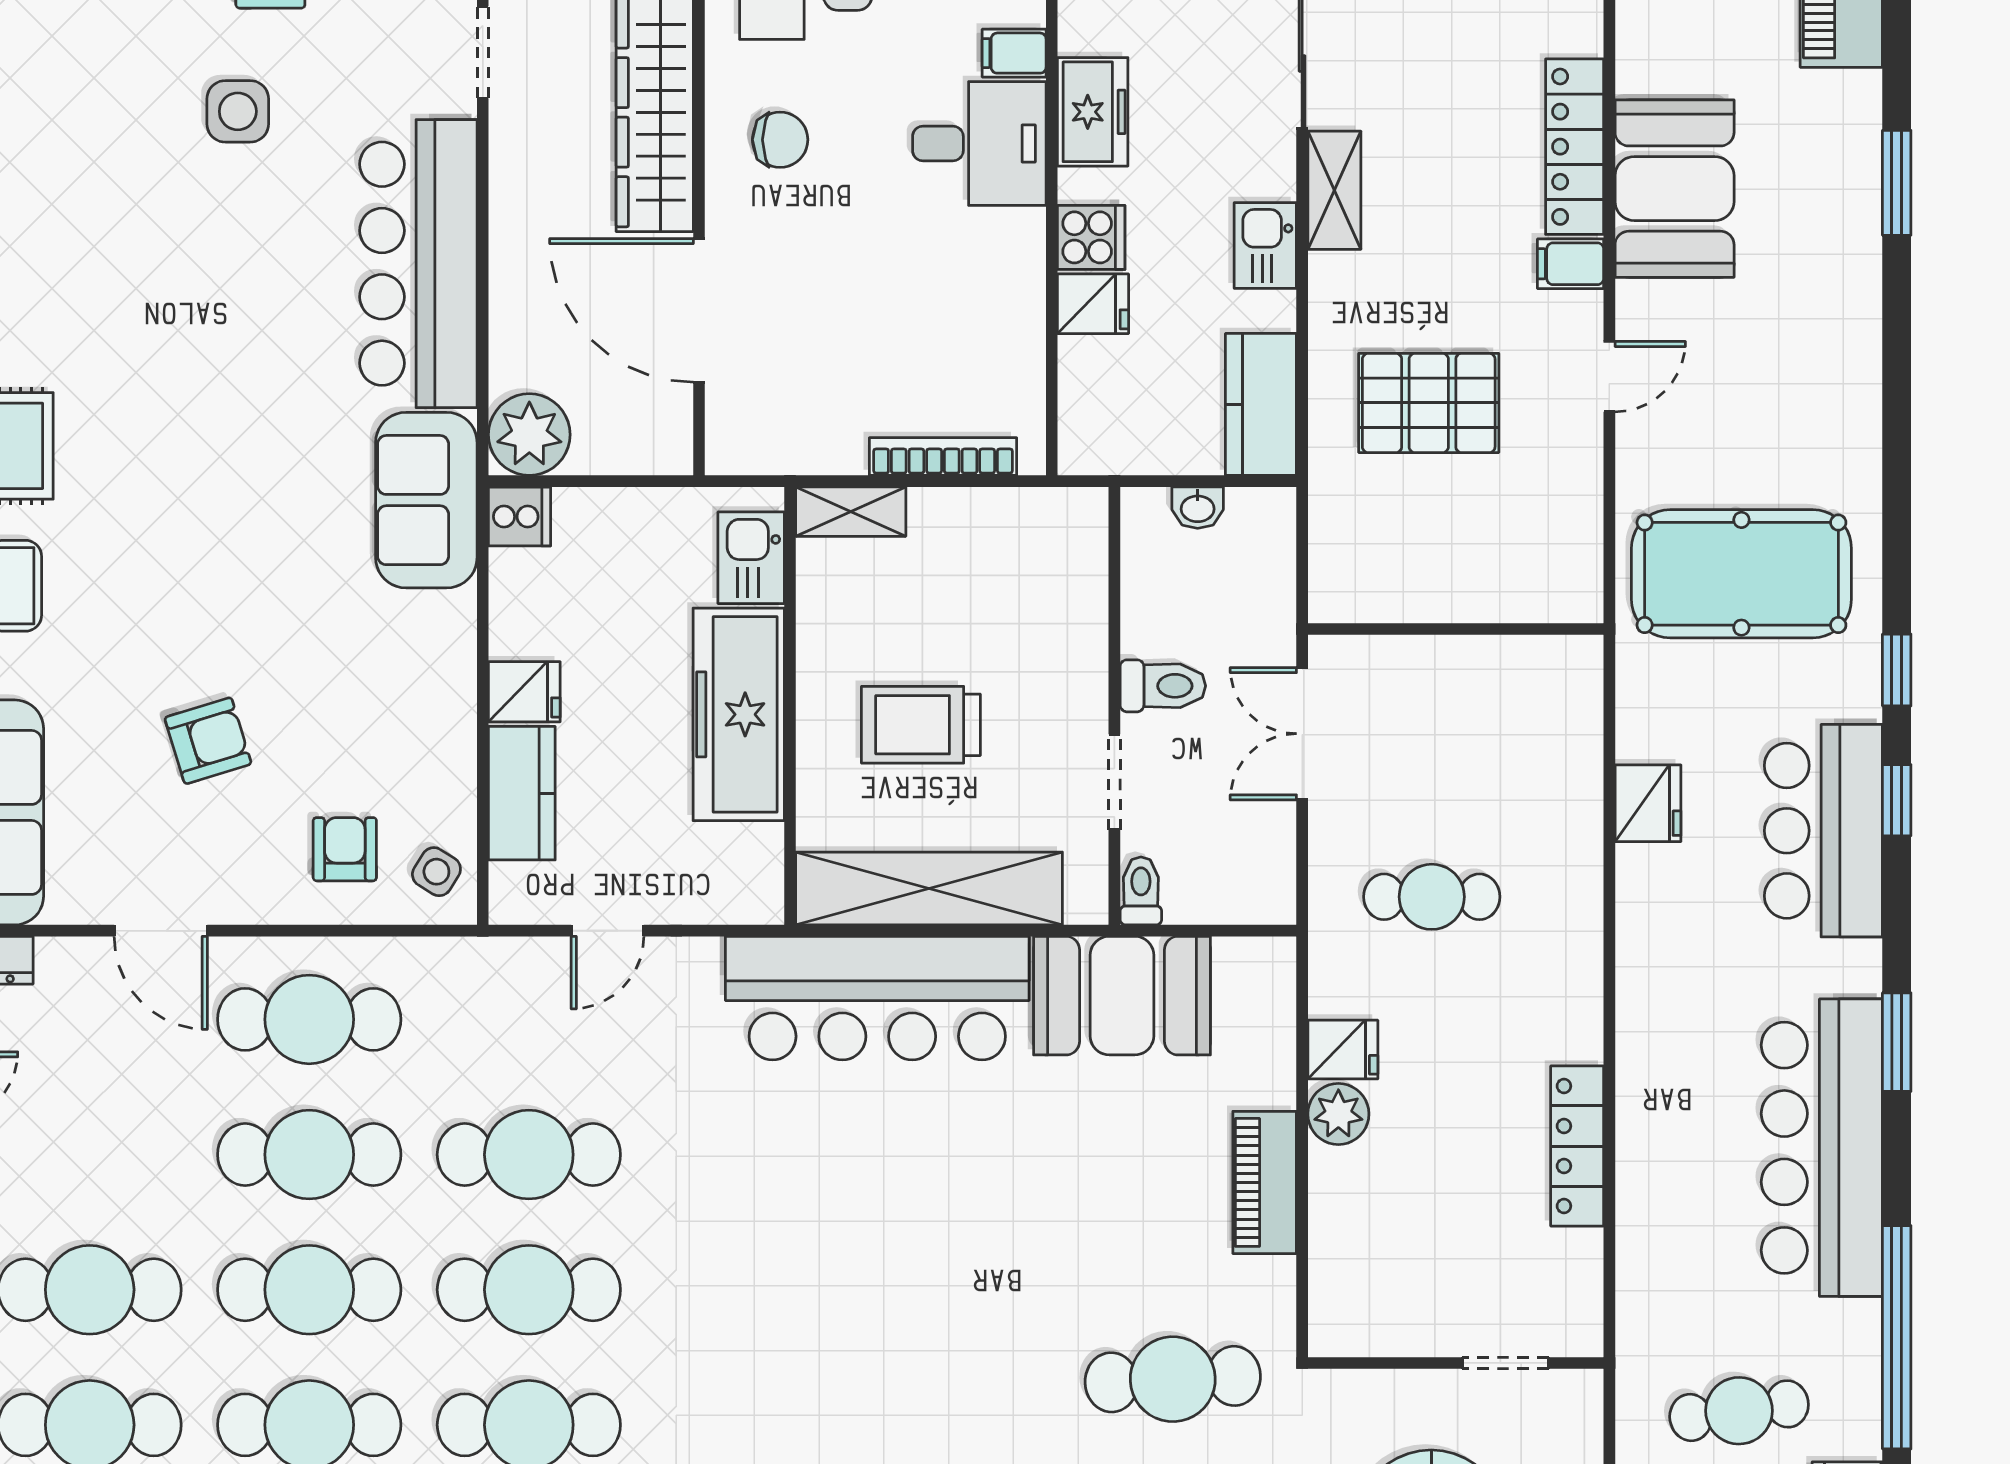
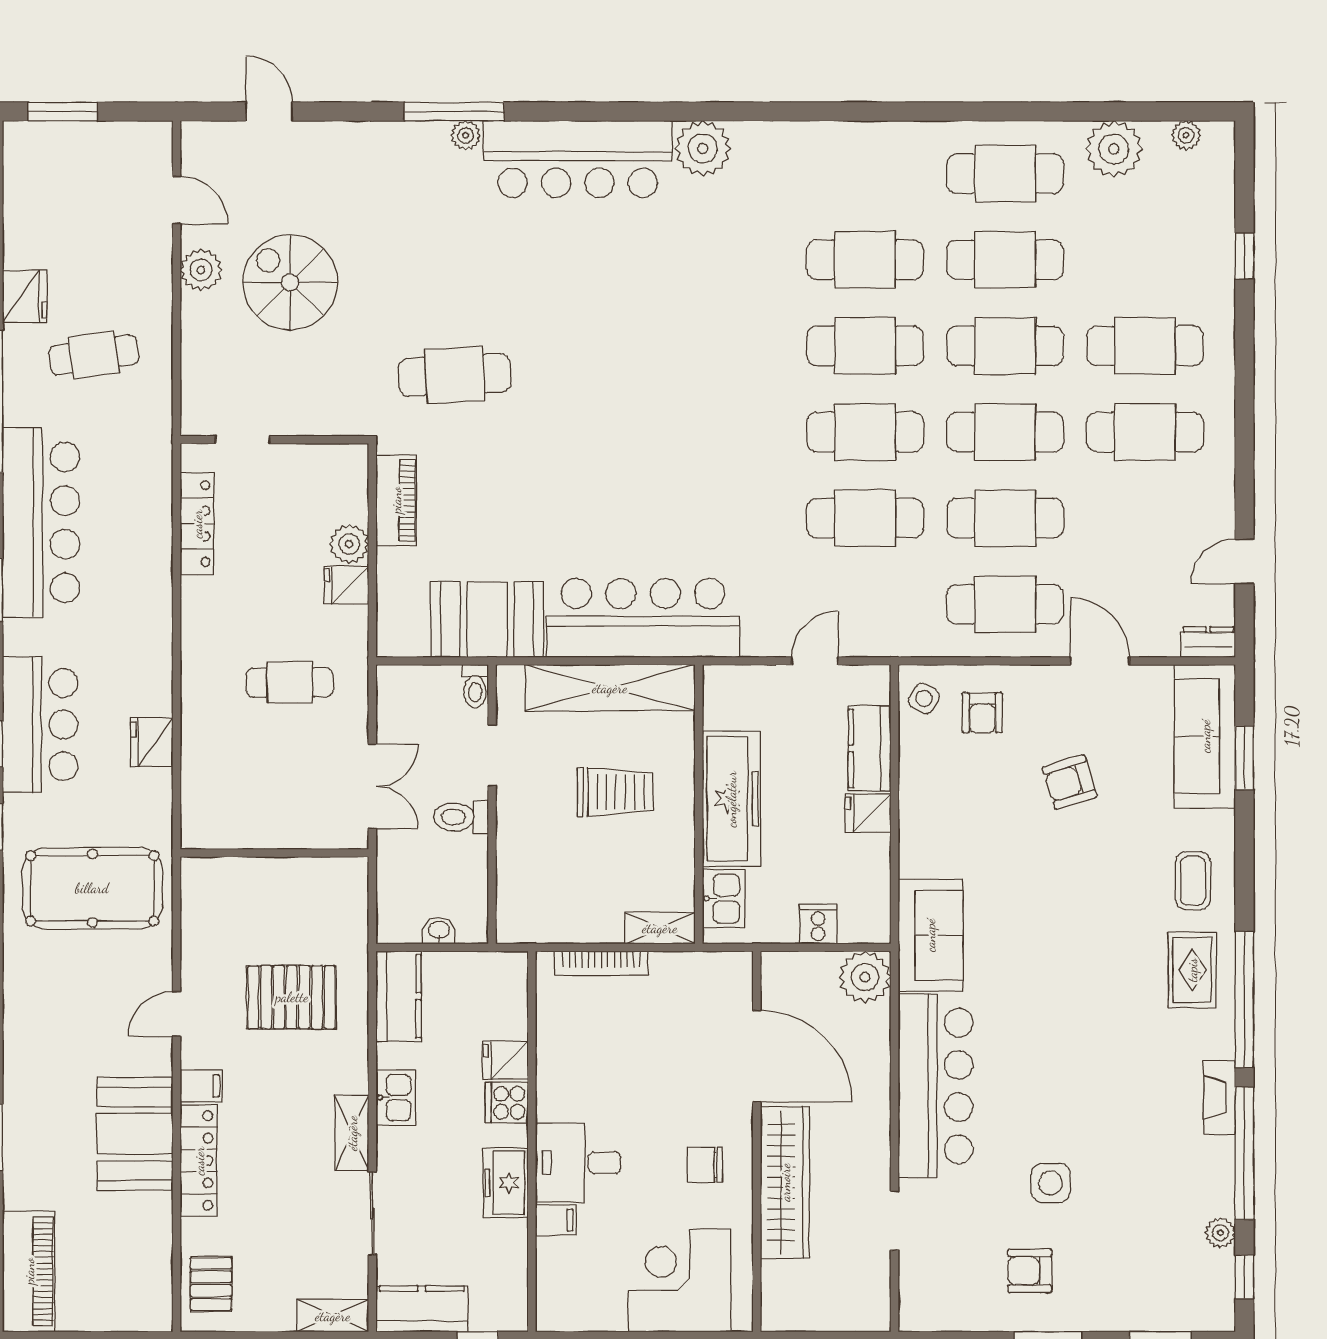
cooker: (519, 517) -> (818, 924), moved, turned 90
wall: (1456, 1363) -> (274, 440), moved
doorway: (1506, 1363) -> (243, 440), moved

